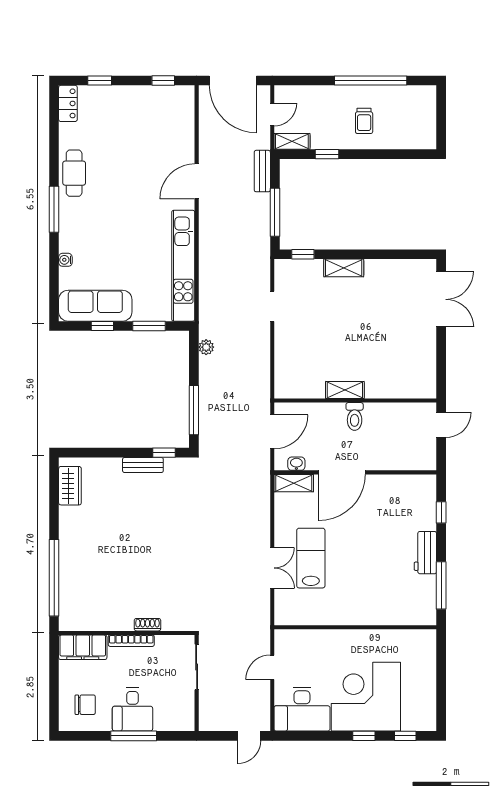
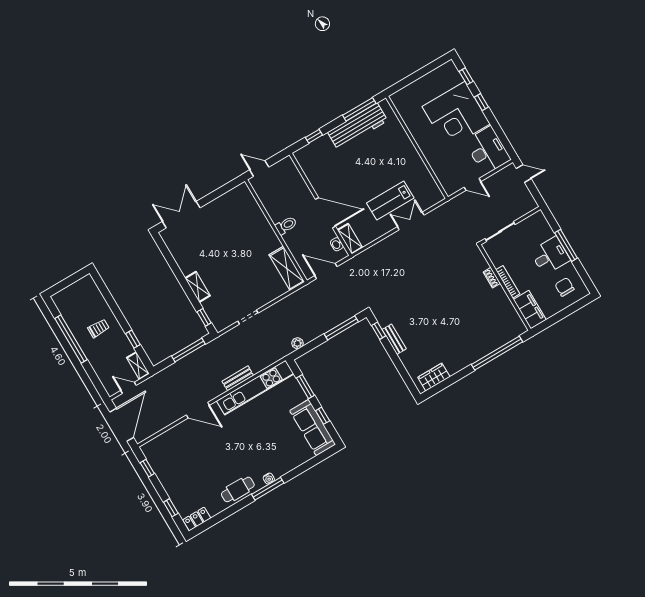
bench: (262, 171) -> (238, 378), moved
water cooler: (65, 260) -> (269, 479), moved
shelving: (345, 390) -> (287, 268), moved, width x1.50, depth x1.33
workbench: (425, 553) -> (358, 127), width x1.88, depth x1.32

